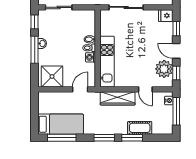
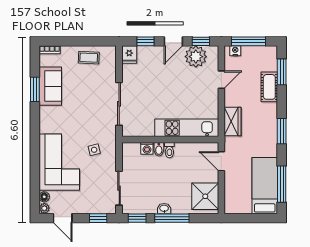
washing machine: (90, 57) -> (147, 148), moved
wardrobe: (118, 98) -> (233, 122), width x0.67
window: (132, 138) -> (282, 72), moved

